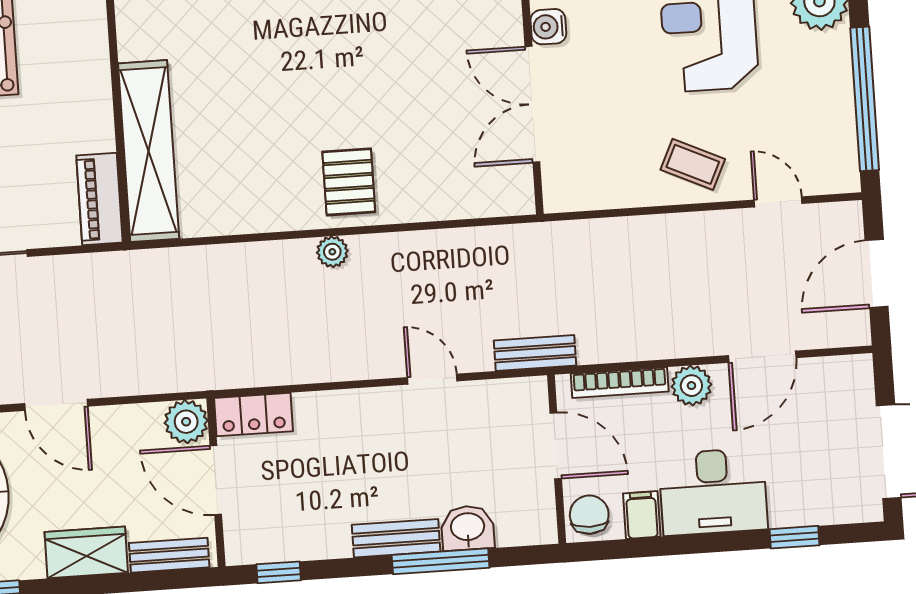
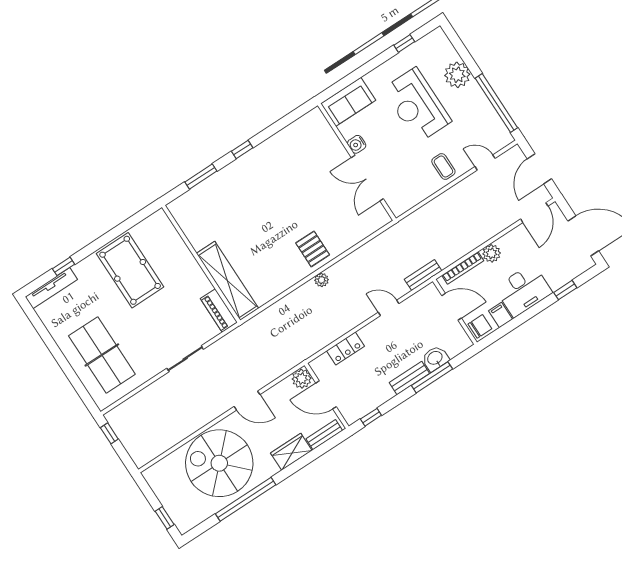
coffee table: (693, 164) -> (443, 166), turned 65
door: (762, 357) -> (534, 213), moved
locker: (253, 415) -> (345, 349), moved
chair: (589, 515) -> (480, 326), turned 90

